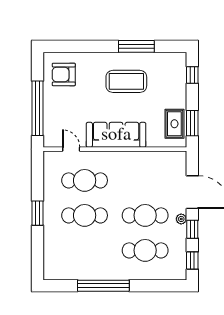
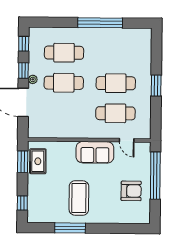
armchair: (64, 74) -> (131, 191), moved
coffee table: (126, 81) -> (79, 198), turned 90
sofa: (116, 135) -> (95, 152), width x0.73

